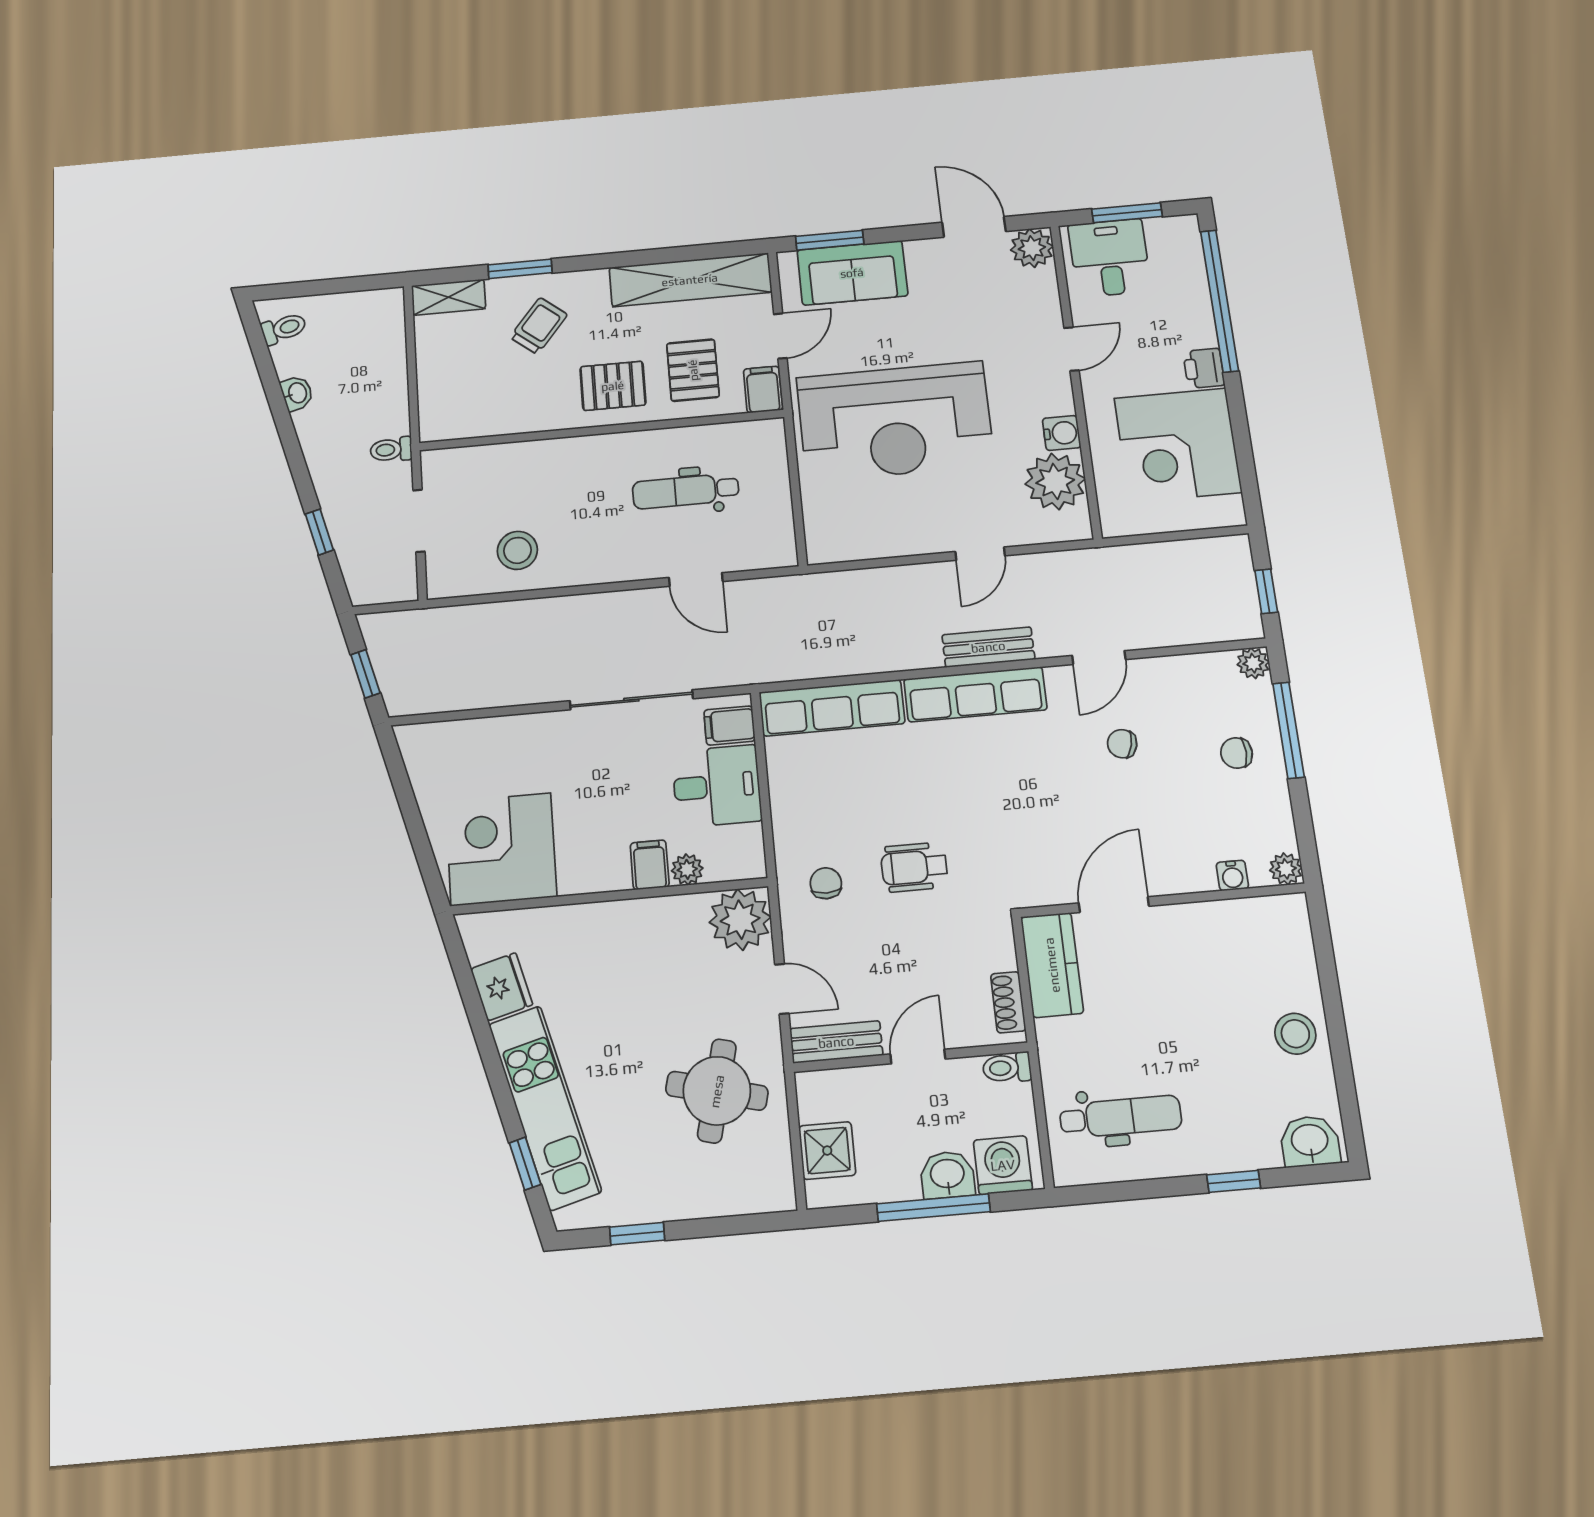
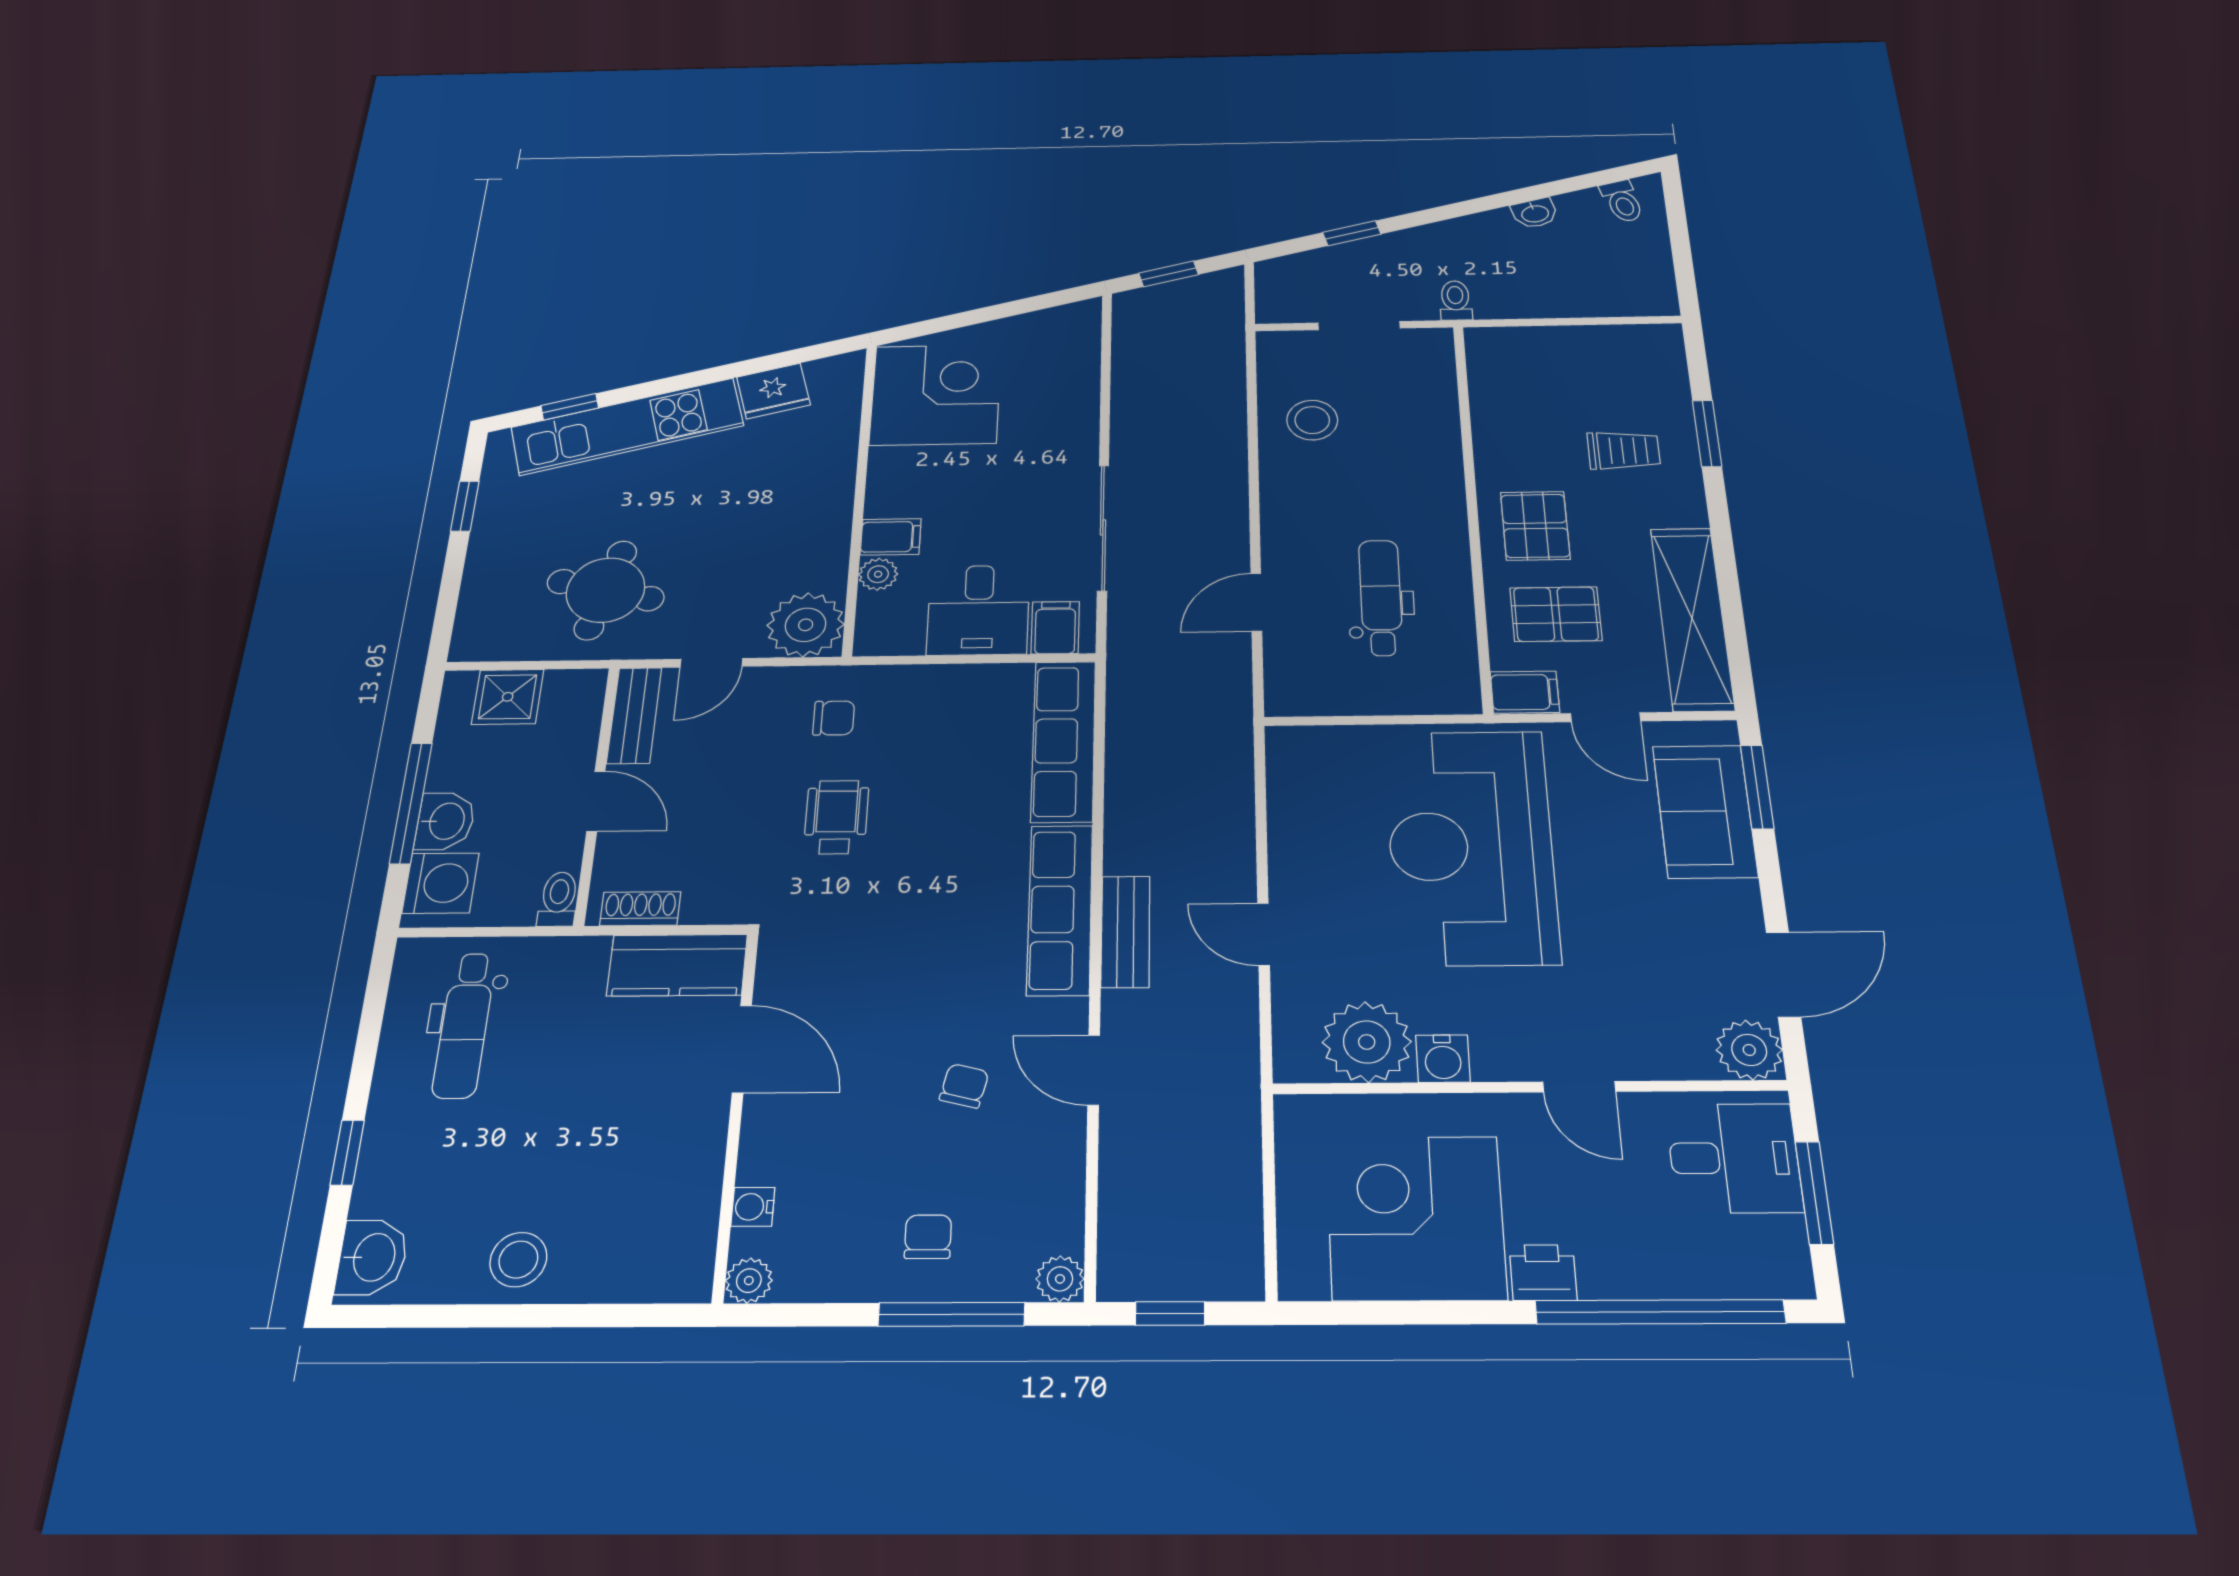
shelving: (449, 297) -> (1665, 360), removed
trolley: (539, 326) -> (1624, 450), turned -39

